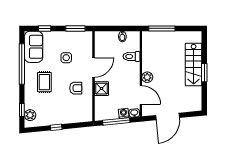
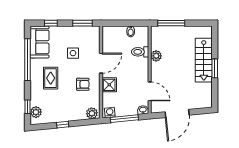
plant: (147, 77) -> (156, 56), moved
washing machine: (124, 113) -> (110, 112), moved
plant: (85, 116) -> (92, 113), added

